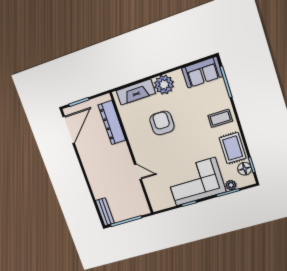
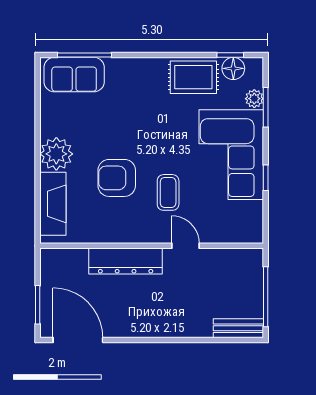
sofa: (202, 72) -> (74, 75), moved, turned 90
coffee table: (220, 118) -> (168, 192), moved
dresser: (112, 123) -> (126, 261), moved
door: (138, 172) -> (186, 246), hinge flipped

